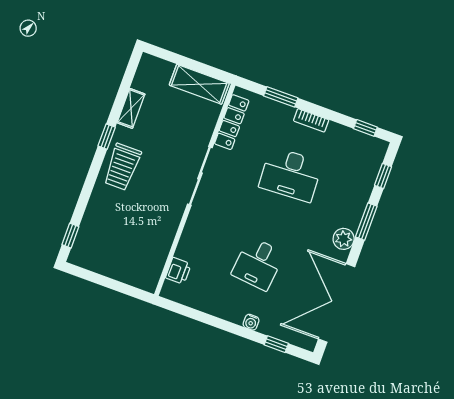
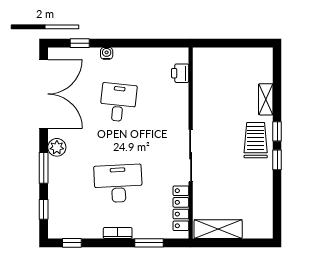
shelving: (131, 108) -> (266, 99), moved
window: (70, 236) -> (277, 131), moved

